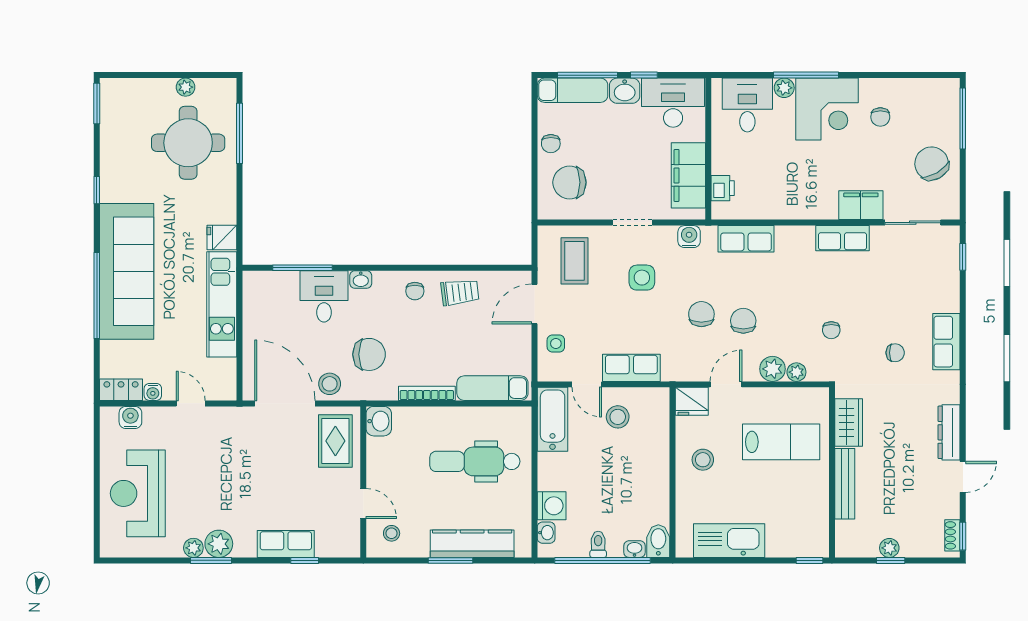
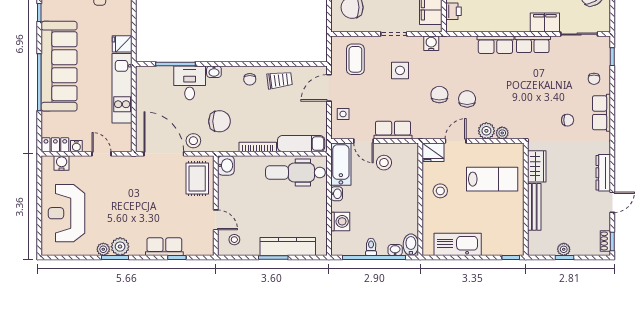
row of seats: (746, 239) -> (495, 45), moved
chair: (831, 330) -> (594, 79), moved
dental chair: (475, 461) -> (295, 172), moved
washbasin: (546, 533) -> (337, 194), moved

